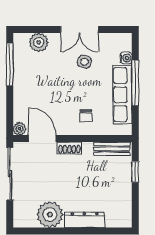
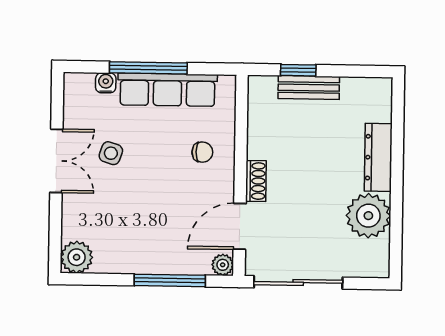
plant: (39, 42) -> (77, 257), moved
window: (10, 65) -> (170, 280), moved
bench: (112, 149) -> (309, 88), moved, turned 90

